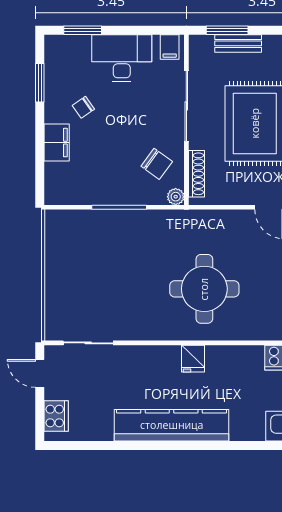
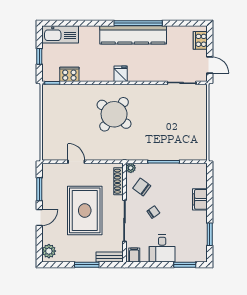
window: (227, 30) -> (87, 265), moved
bench: (238, 43) -> (110, 257), moved
desk: (122, 58) -> (162, 249), width x0.73
chair: (83, 107) -> (153, 212), moved
round table: (204, 289) -> (114, 114), turned 38
window: (163, 446) -> (138, 23), added

